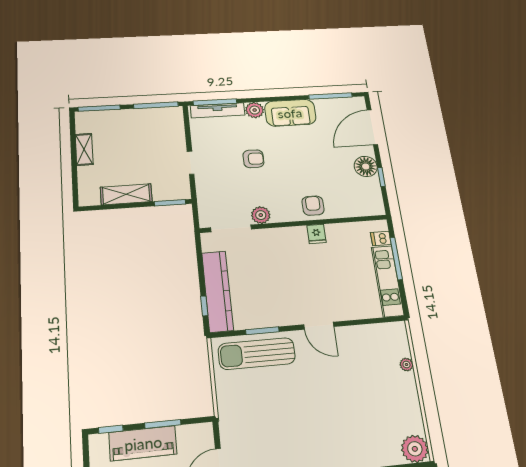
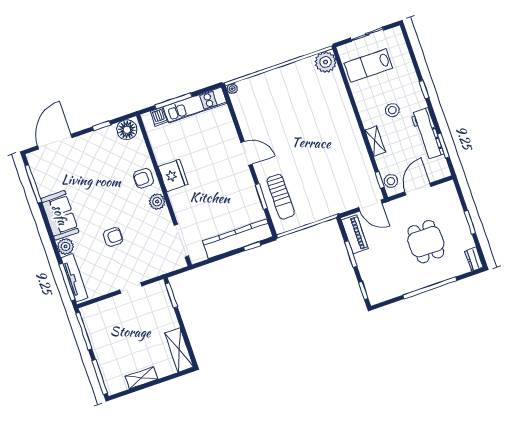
door: (372, 127) -> (55, 142), swing flipped
armchair: (253, 159) -> (113, 237), turned 90
floor lamp: (366, 166) -> (127, 130), moved
shelving: (126, 194) -> (179, 350), moved
plant: (261, 215) -> (157, 202), moved
fridge: (316, 234) -> (173, 175), width x1.88, depth x1.34
door: (319, 326) -> (246, 153), hinge flipped
sun lounger: (257, 354) -> (281, 197), width x0.73, depth x0.75
plant: (406, 365) -> (232, 89), moved
piano: (143, 443) -> (355, 234), moved, width x0.73, depth x0.75

